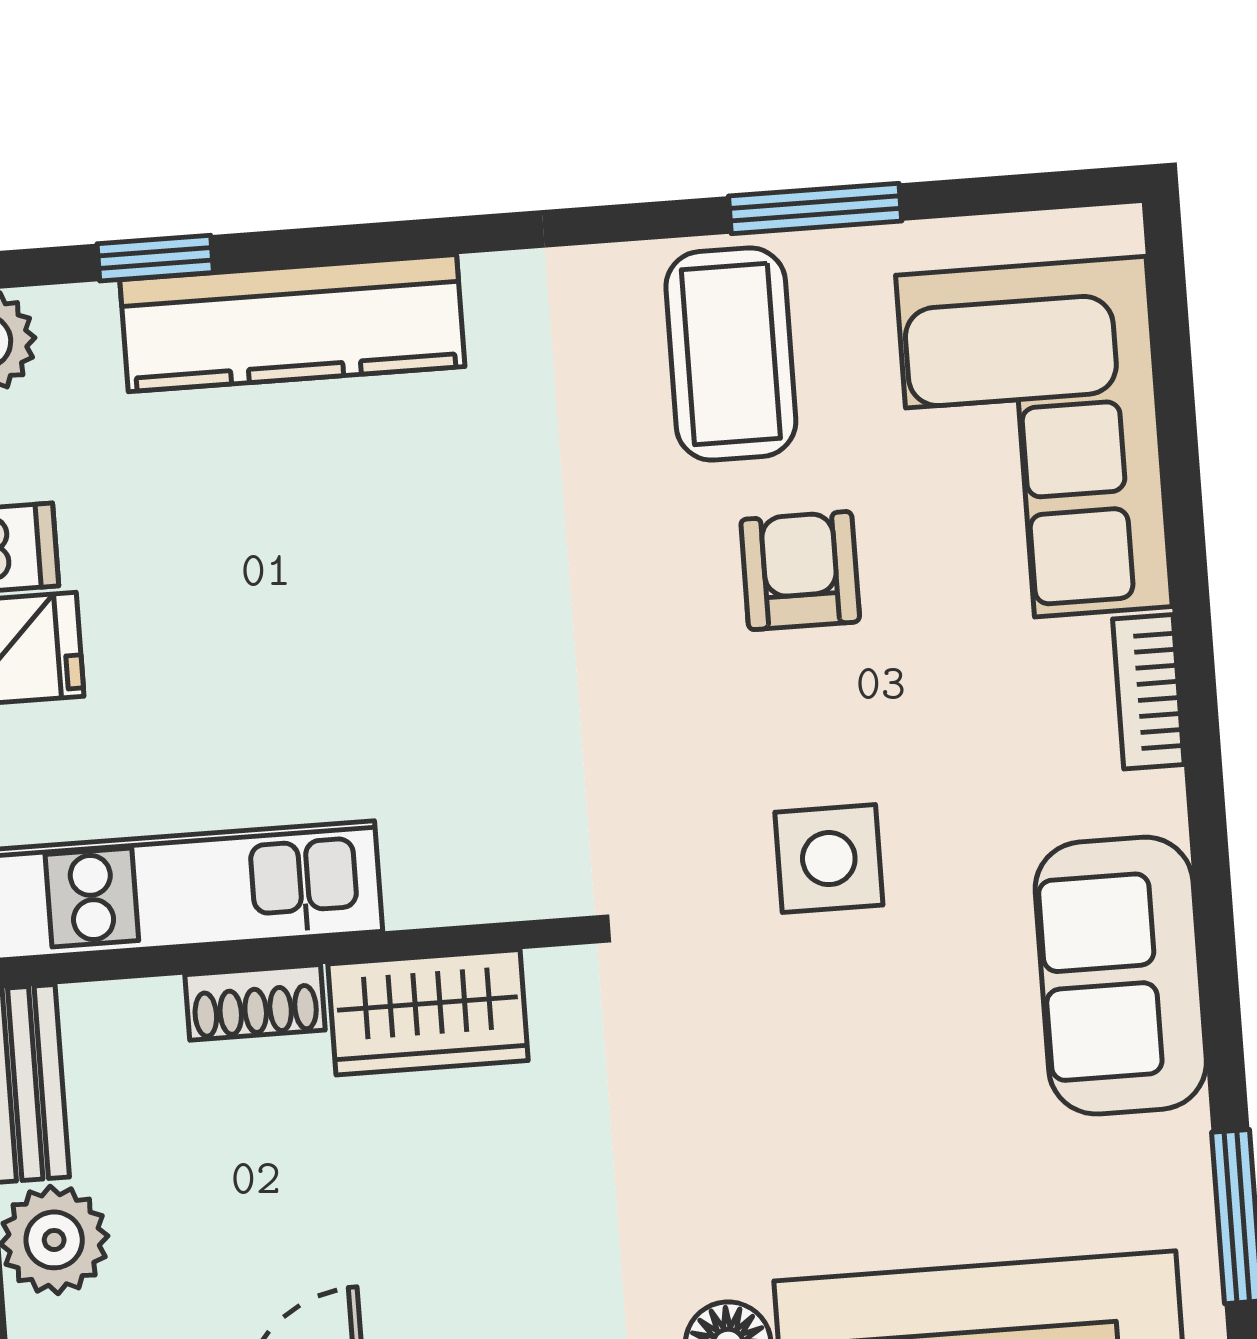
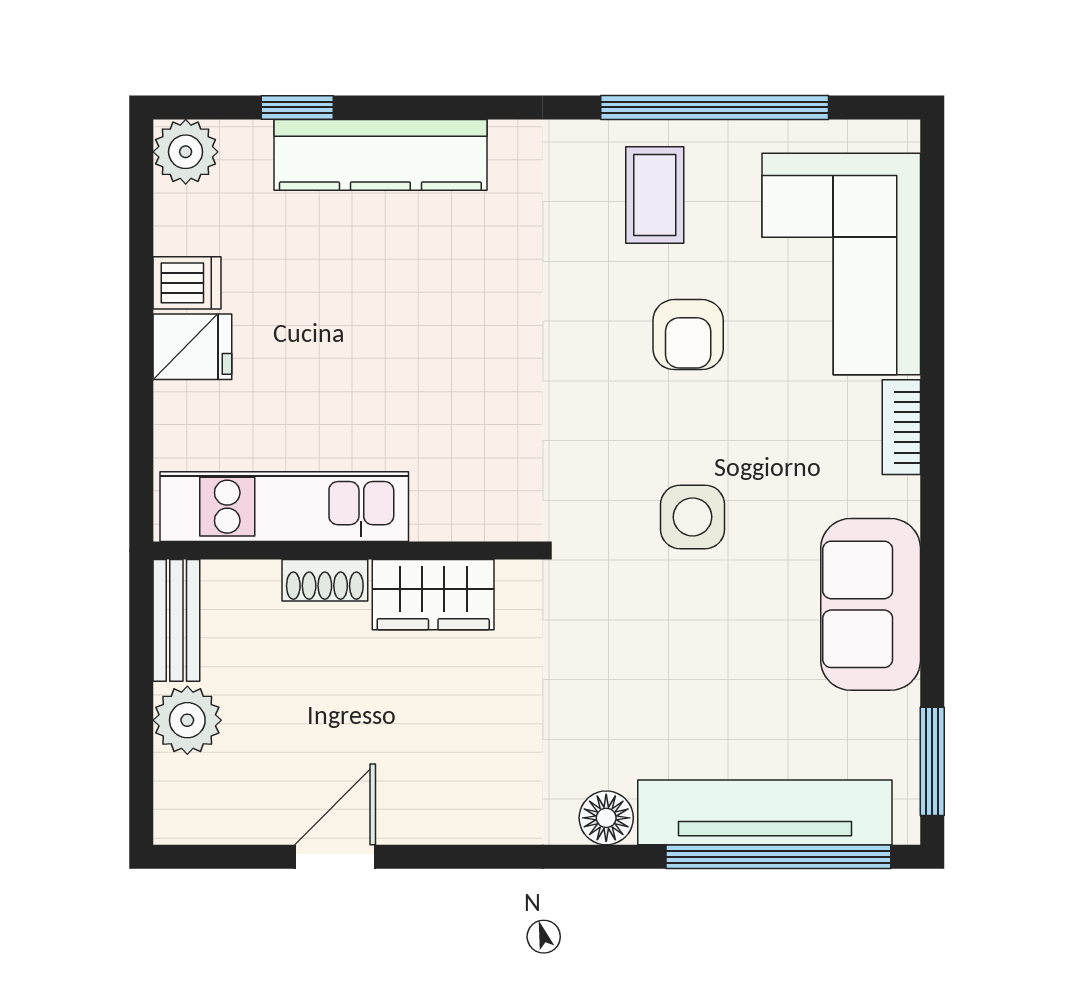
window: (815, 208) -> (715, 107), width x2.11
coffee table: (731, 354) -> (655, 195), width x0.73, depth x0.77
armchair: (800, 571) -> (688, 335), turned 180

